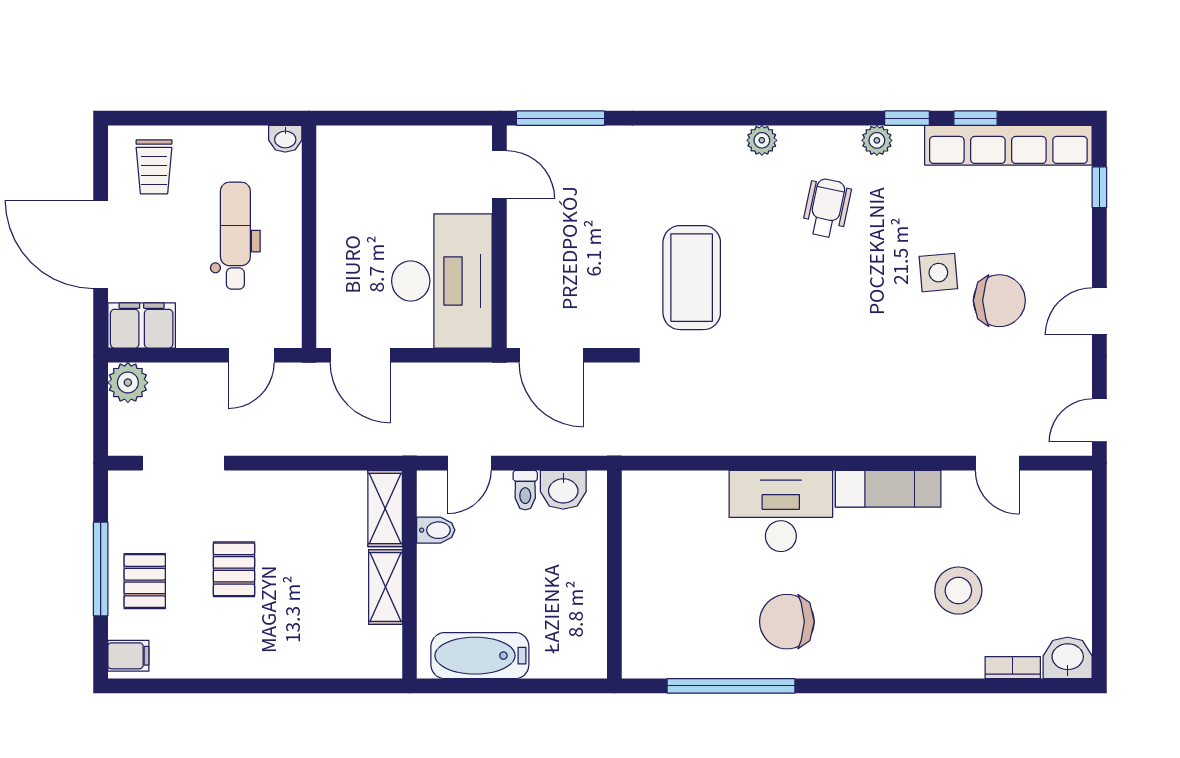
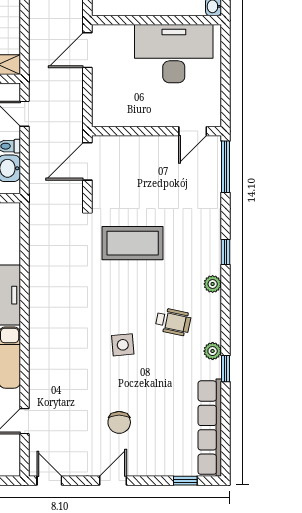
window: (976, 118) -> (225, 252), moved
side table: (938, 273) -> (123, 345), moved
desk: (442, 281) -> (174, 54), moved, turned 180
chair: (999, 301) -> (119, 422), width x0.73, depth x0.73
door: (1099, 311) -> (113, 481), hinge flipped

